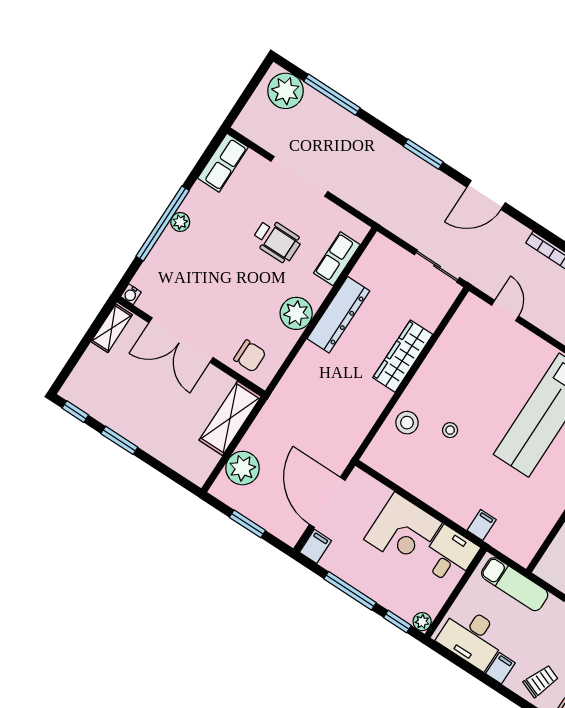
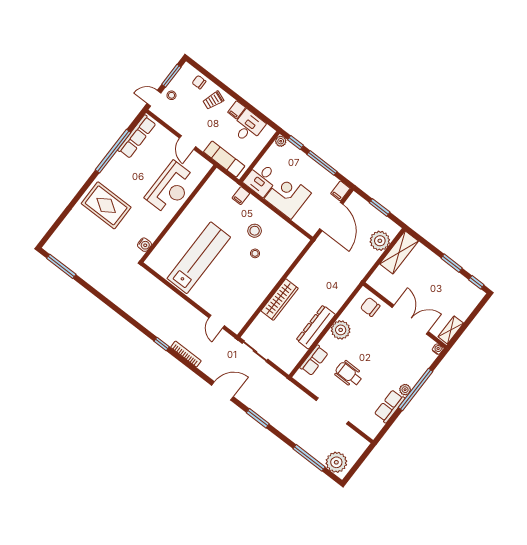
row of seats: (223, 163) -> (390, 406), moved
shelving: (230, 418) -> (399, 252), moved
stool: (407, 423) -> (255, 231), moved
desk: (472, 637) -> (248, 127), width x0.73

